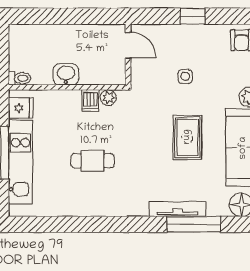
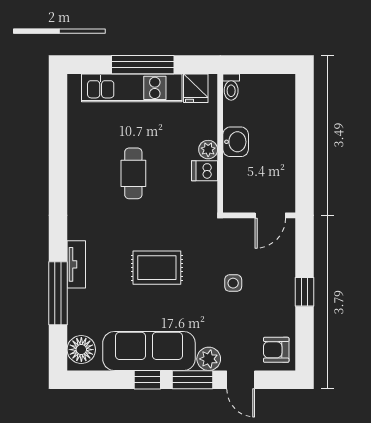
plant: (108, 98) -> (208, 150), moved
rug: (187, 137) -> (157, 268), moved
tv unit: (178, 209) -> (76, 264), width x0.71

